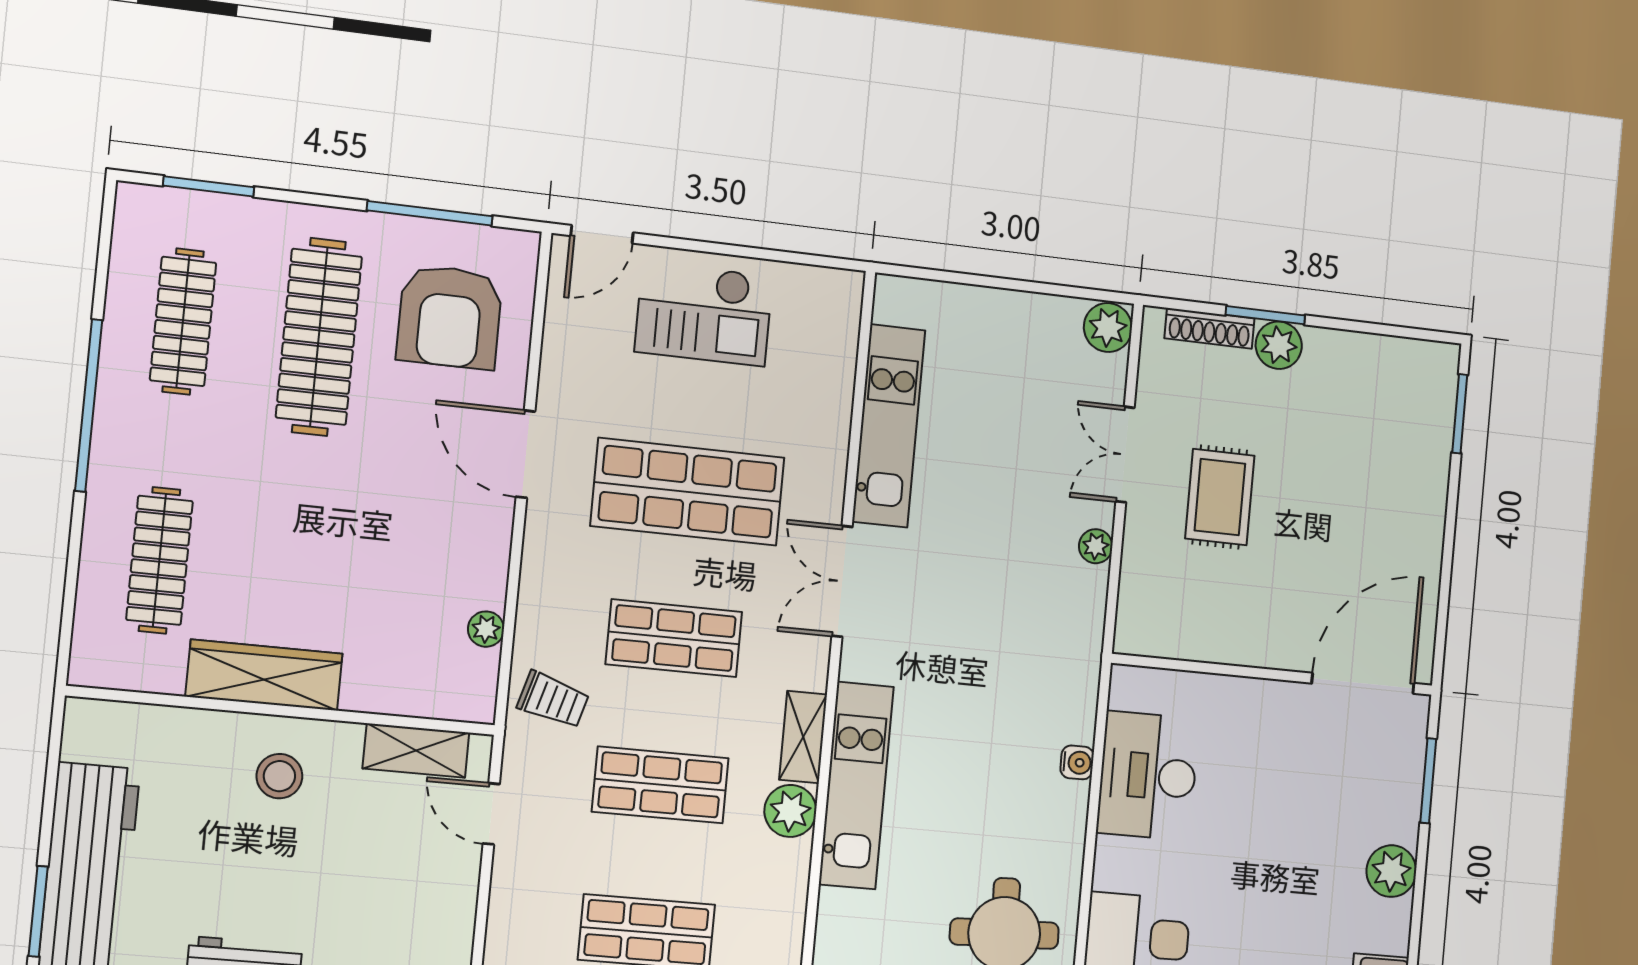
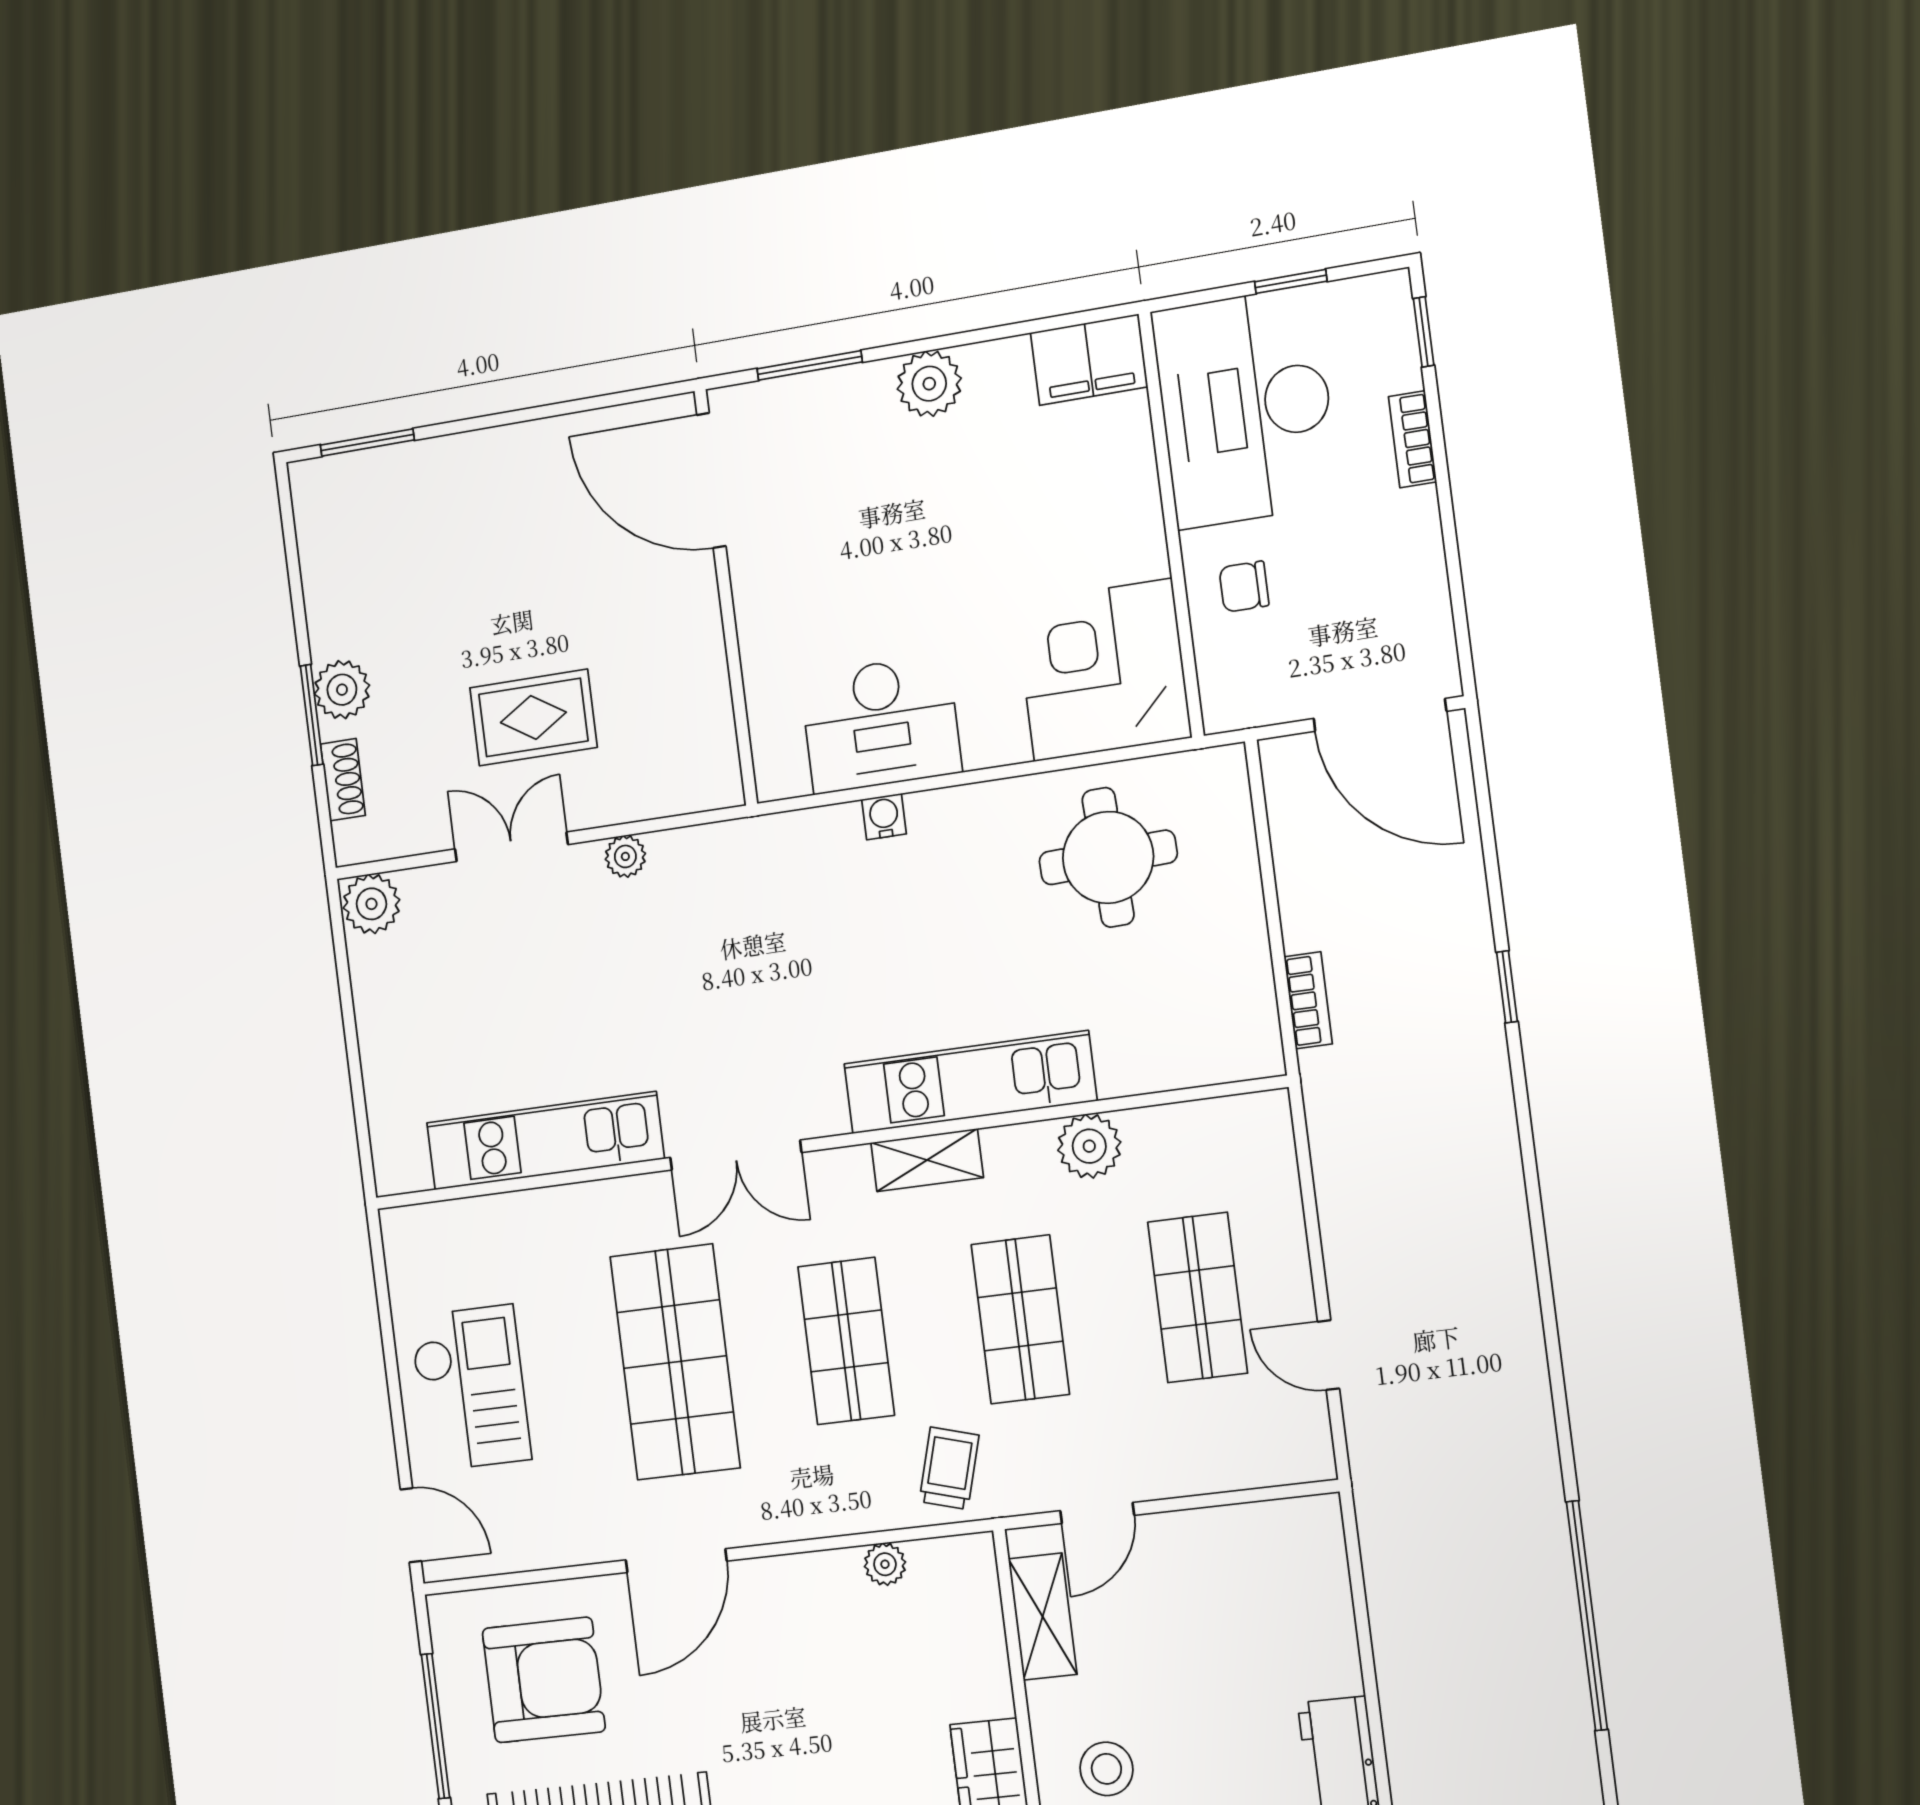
shoe rack: (1210, 328) -> (343, 780), width x0.70
double door: (1125, 455) -> (511, 847), swing flipped
plant: (790, 811) -> (1089, 1146), moved

